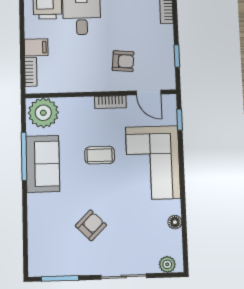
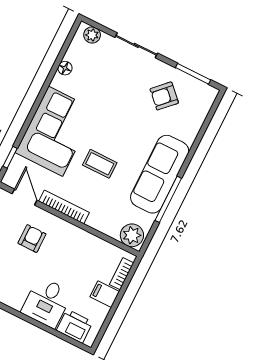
armchair: (123, 61) -> (32, 239), turned 85
bookcase: (110, 102) -> (64, 207), width x1.56
plant: (43, 113) -> (132, 235), width x0.73, depth x0.73
sofa: (43, 164) -> (160, 174), width x1.36
armchair: (91, 225) -> (164, 96), moved

